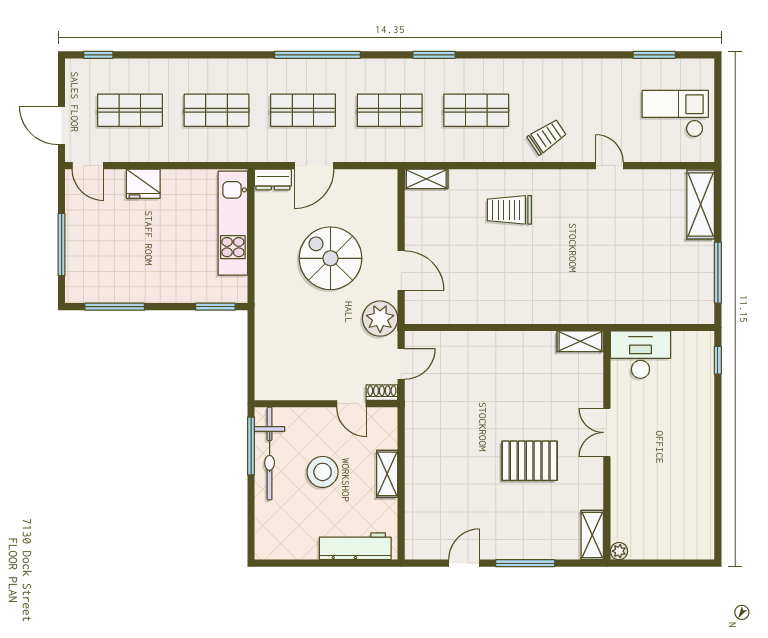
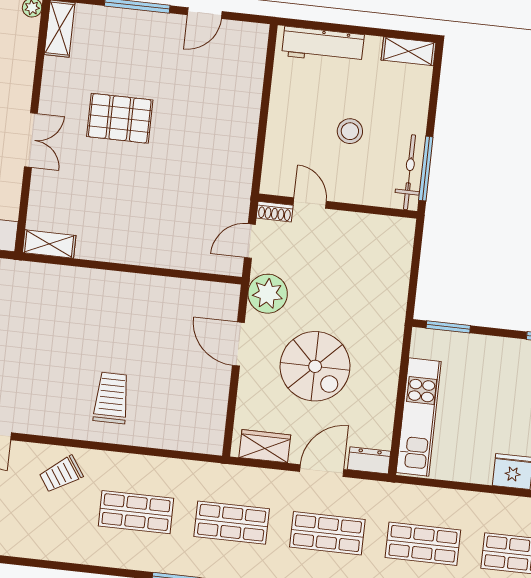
shelving: (426, 179) -> (200, 442), removed
wardrobe: (368, 182) -> (265, 446), added
trolley: (509, 210) -> (111, 398), turned -90
bicycle: (270, 454) -> (410, 172), width x0.73, depth x0.71
stool: (323, 472) -> (350, 131), width x0.73, depth x0.73
shelving: (387, 474) -> (409, 51), moved, turned 90

